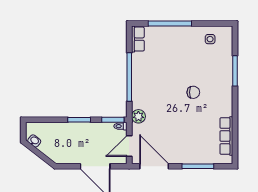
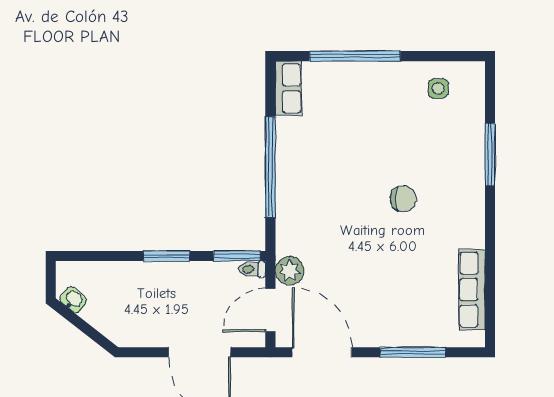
plant: (138, 116) -> (290, 271), moved

